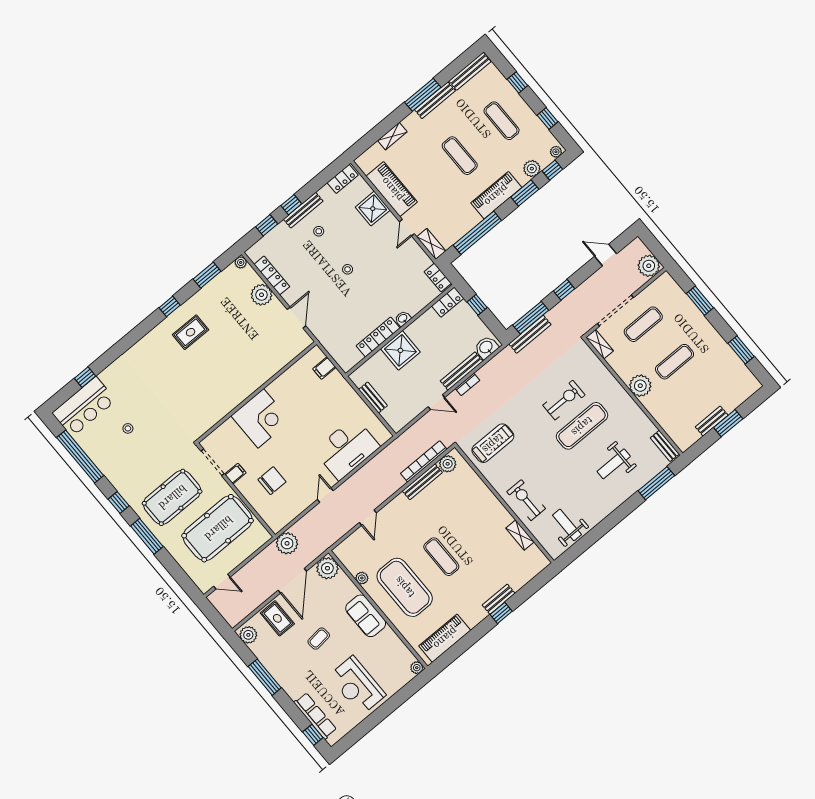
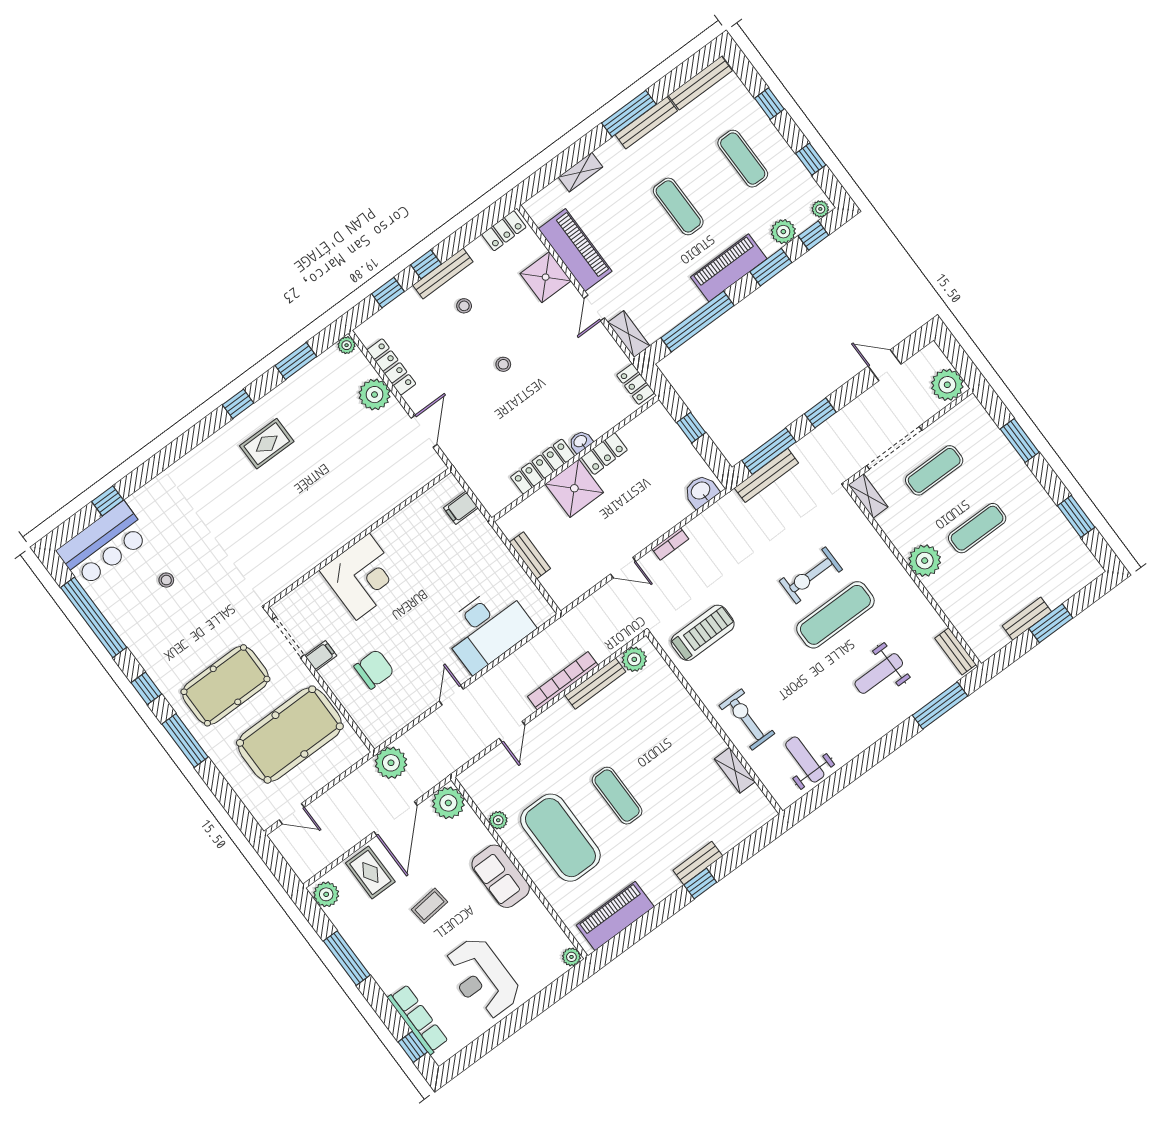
locker: (448, 302) -> (604, 454), moved
bench: (462, 371) -> (663, 524), removed
exercise bike: (564, 400) -> (811, 575), turned 180
bookcase: (424, 461) -> (563, 681), moved

